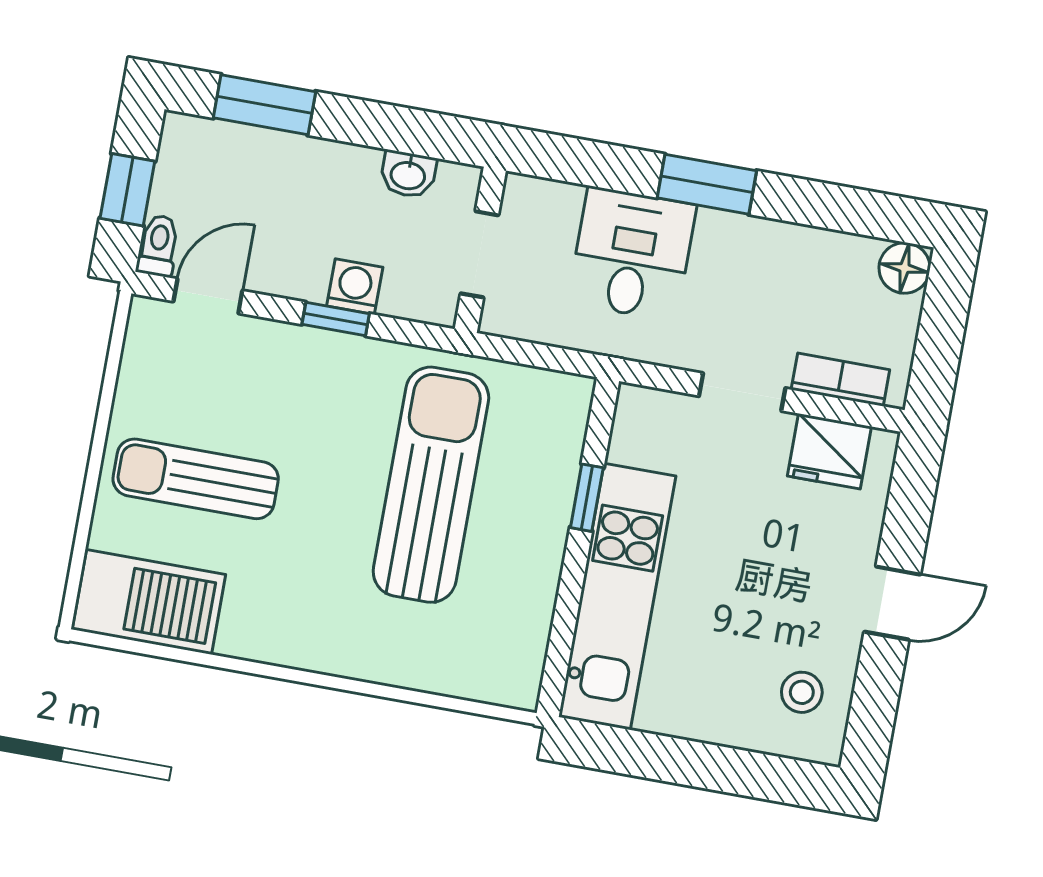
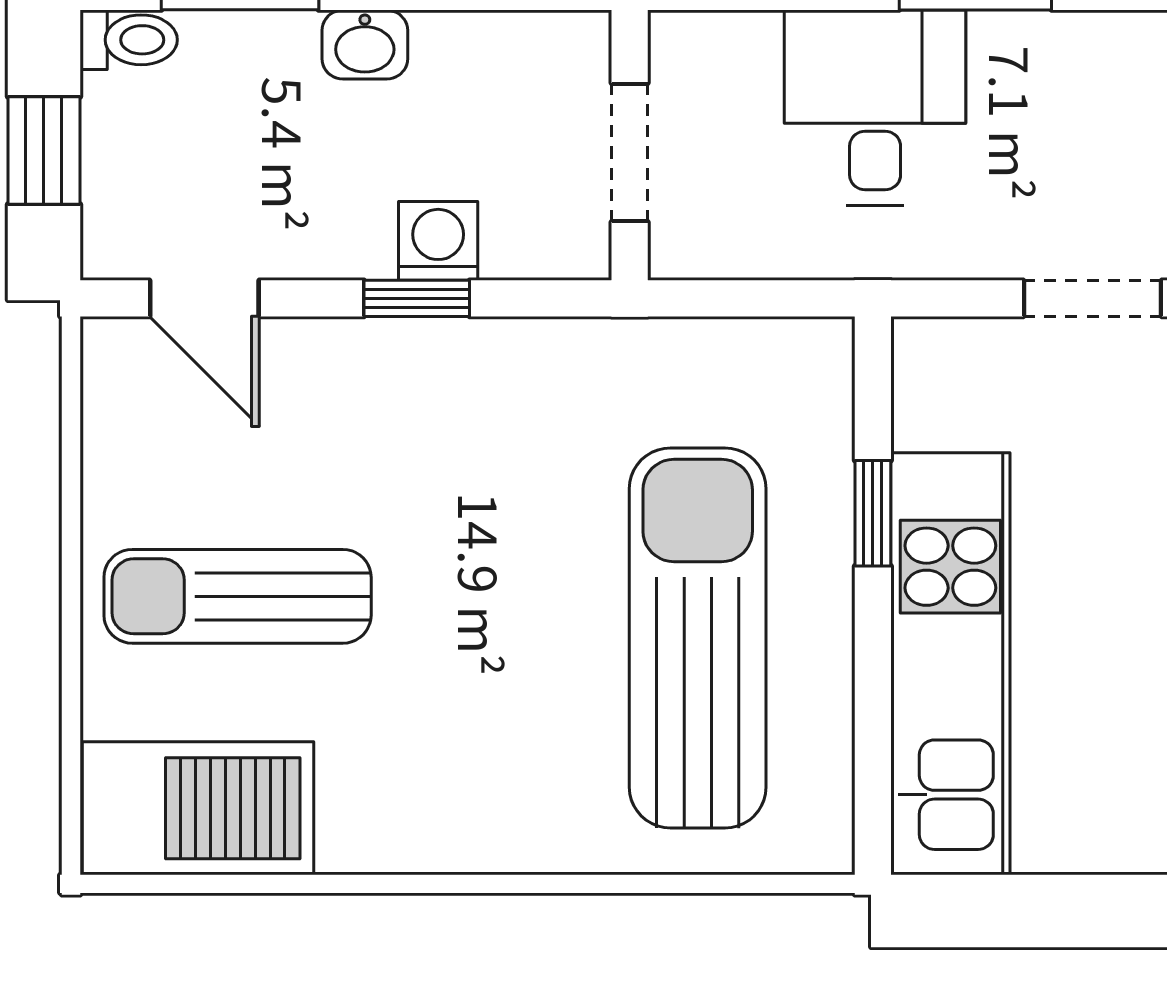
washbasin: (408, 174) -> (365, 45), moved
toilet: (158, 246) -> (129, 40), moved, turned 90
door: (208, 296) -> (204, 298), swing flipped
sun lounger: (431, 485) -> (698, 638), moved

